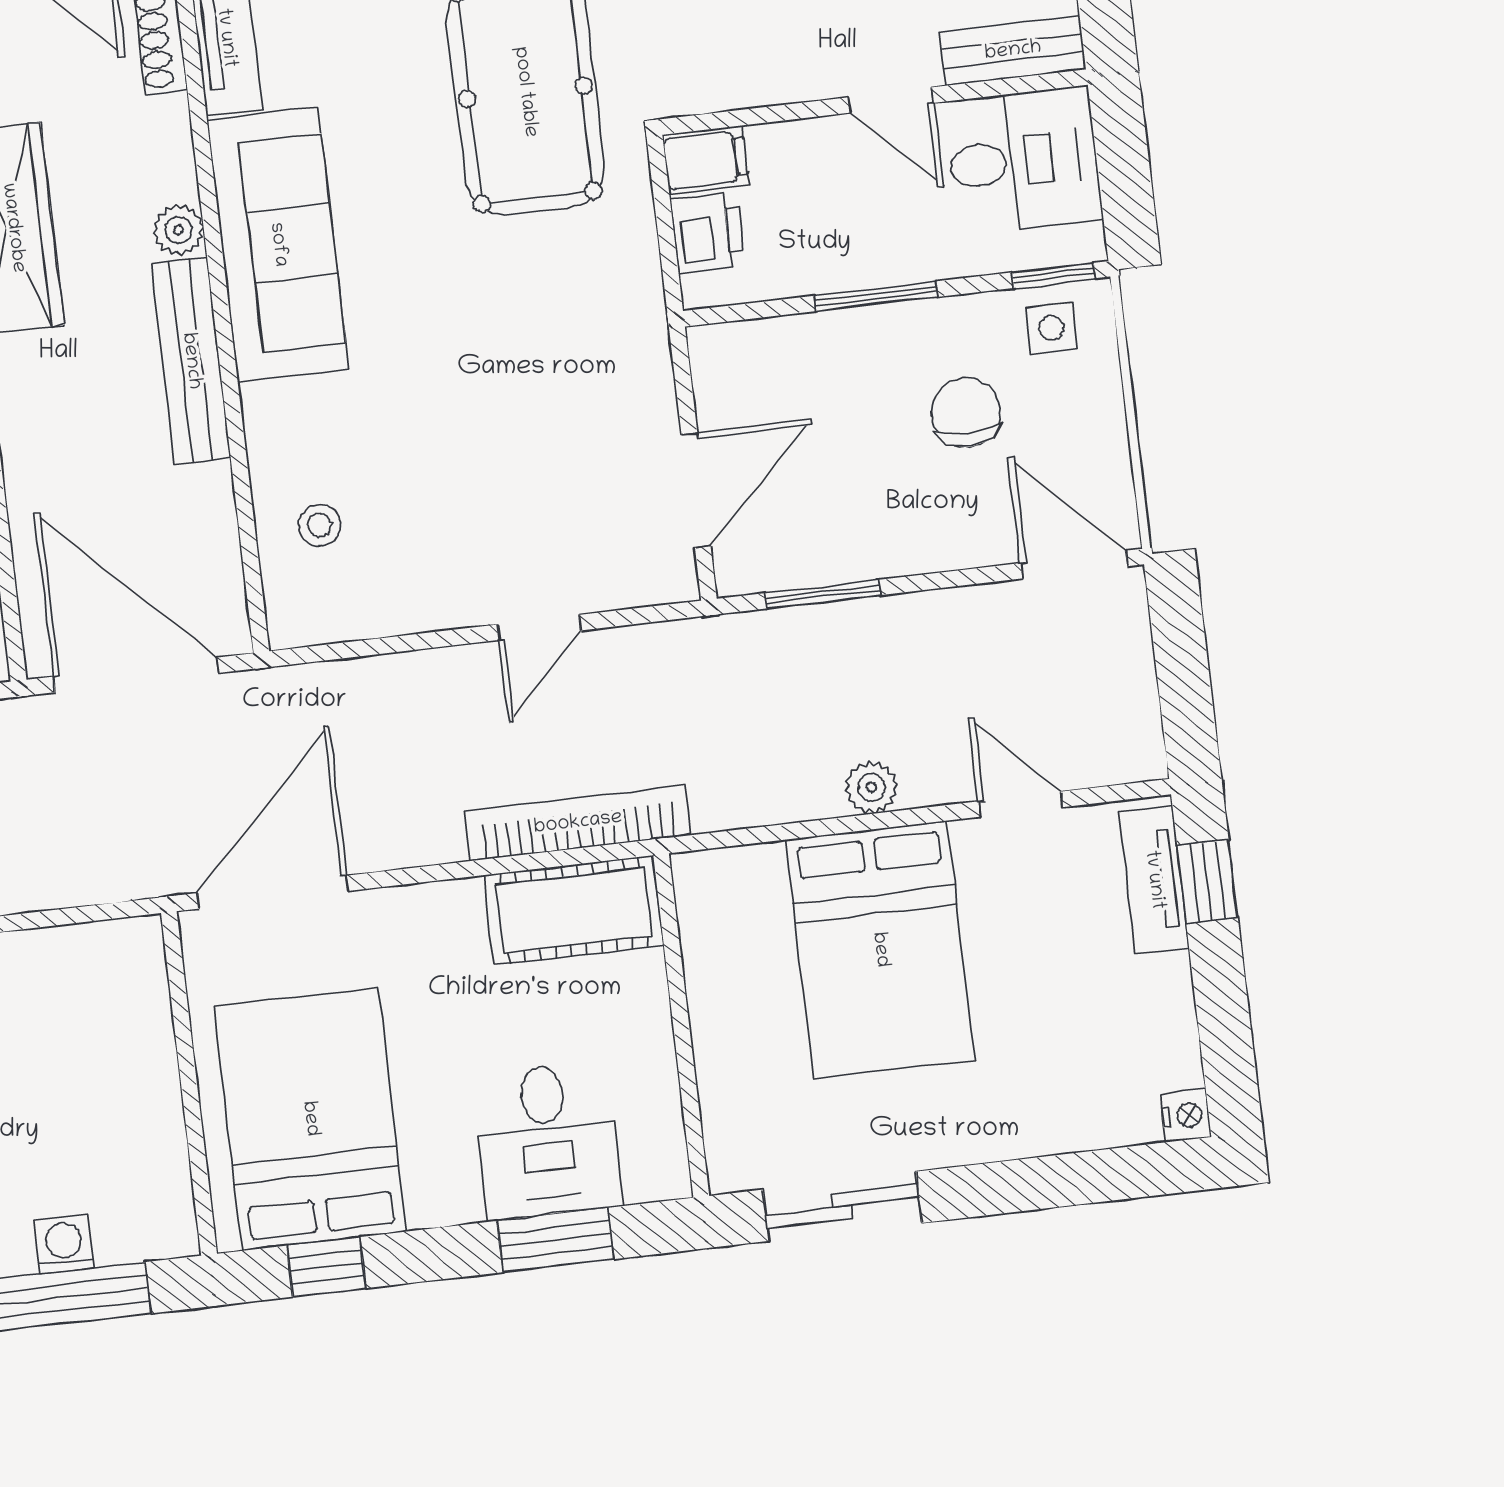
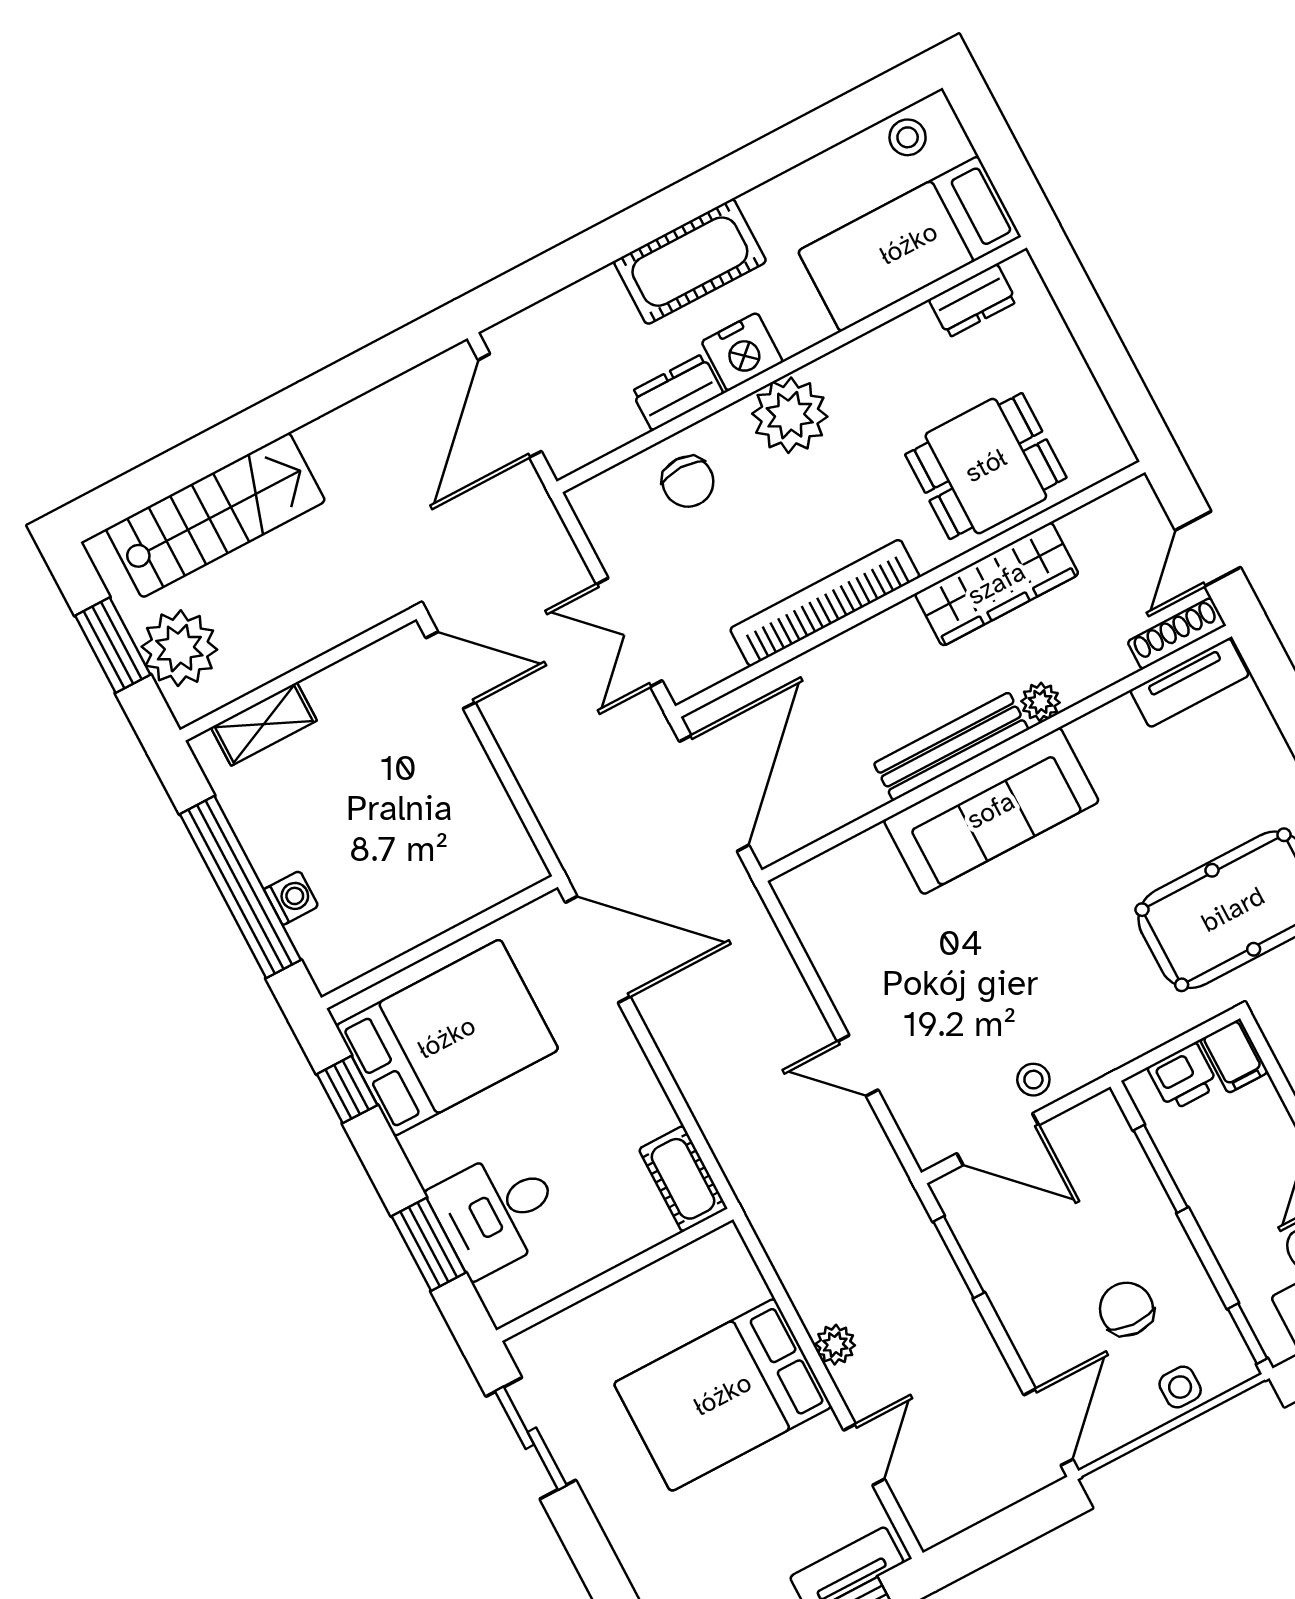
sofa: (278, 245) -> (991, 811), moved
window: (876, 296) -> (1161, 1169), moved
side table: (1051, 328) -> (1180, 1387), moved
chair: (966, 412) -> (1126, 1309), turned -87
stool: (320, 525) -> (1033, 1080), moved
bookcase: (578, 823) -> (730, 1147), removed
cot: (574, 910) -> (683, 1179), width x0.73, depth x0.75

